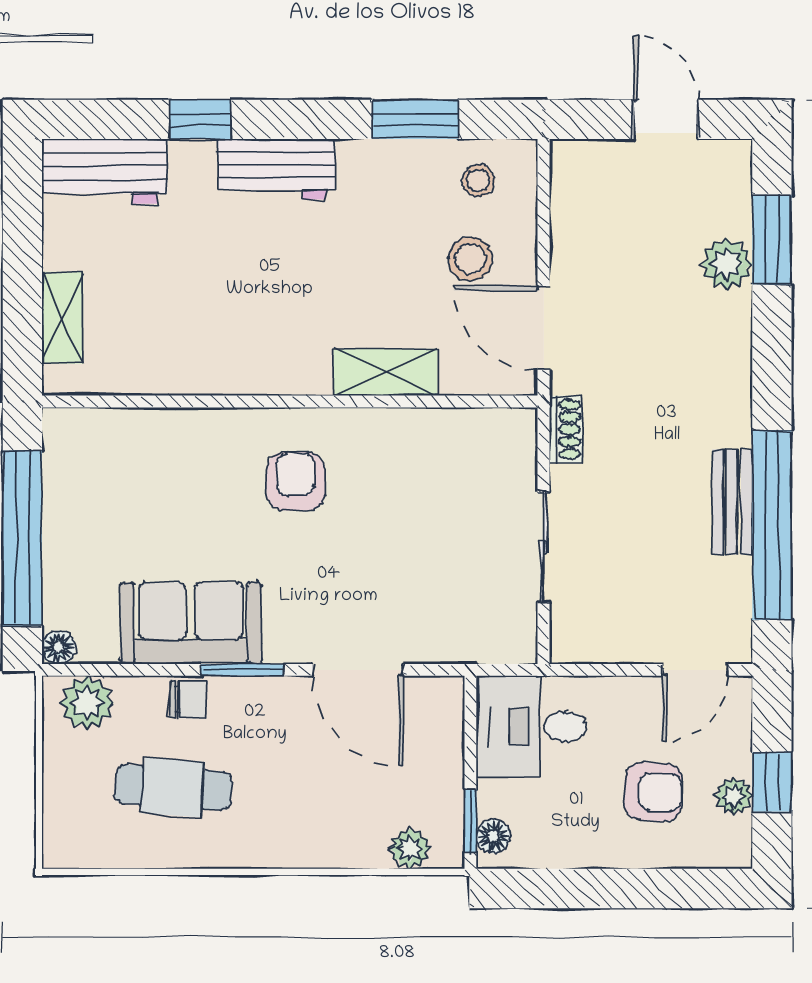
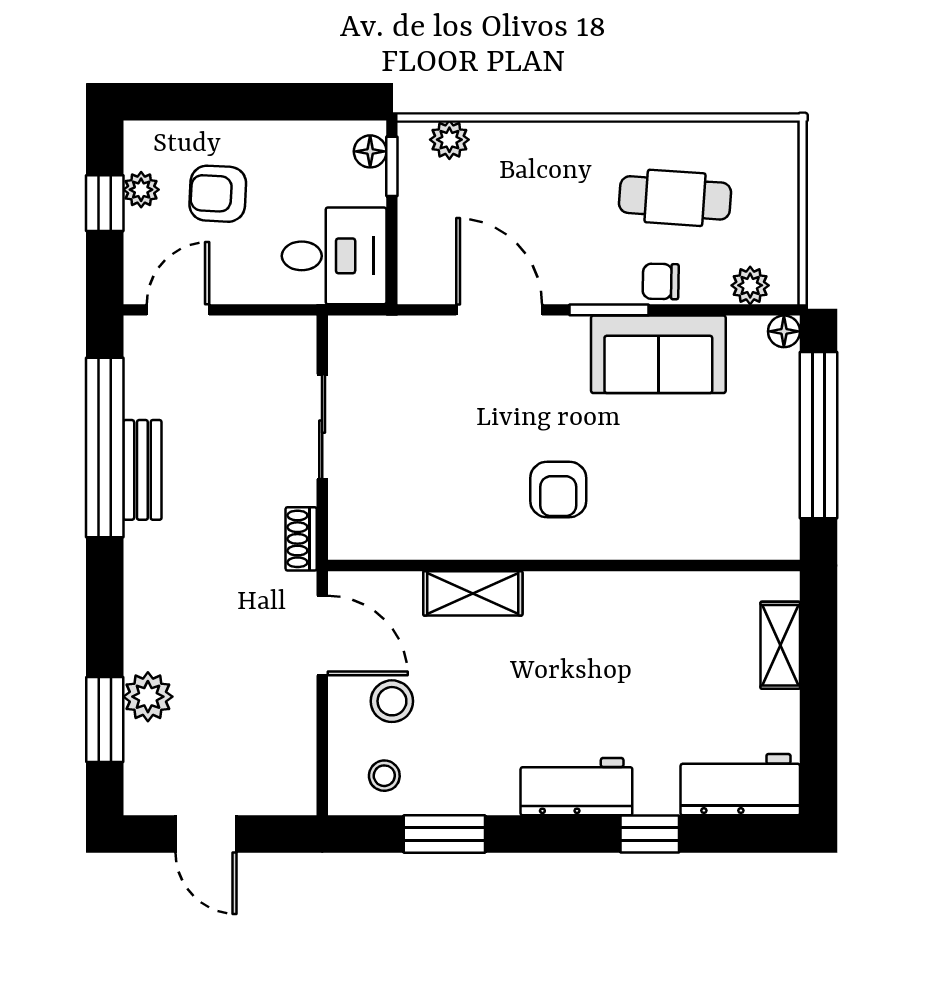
plant: (87, 703) -> (750, 285), width x0.73, depth x0.73

